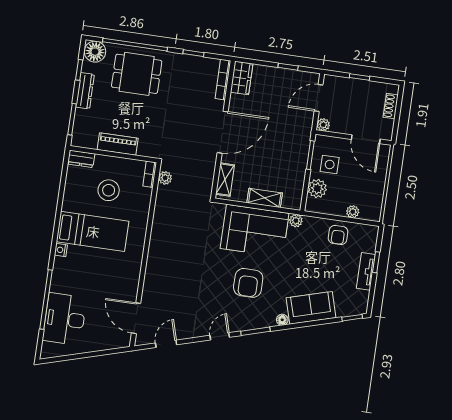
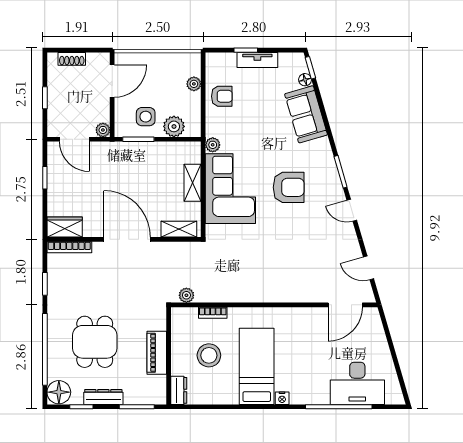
dining table: (137, 74) -> (95, 342), moved
bookcase: (150, 174) -> (213, 313), moved
floor lamp: (282, 320) -> (305, 80), moved

